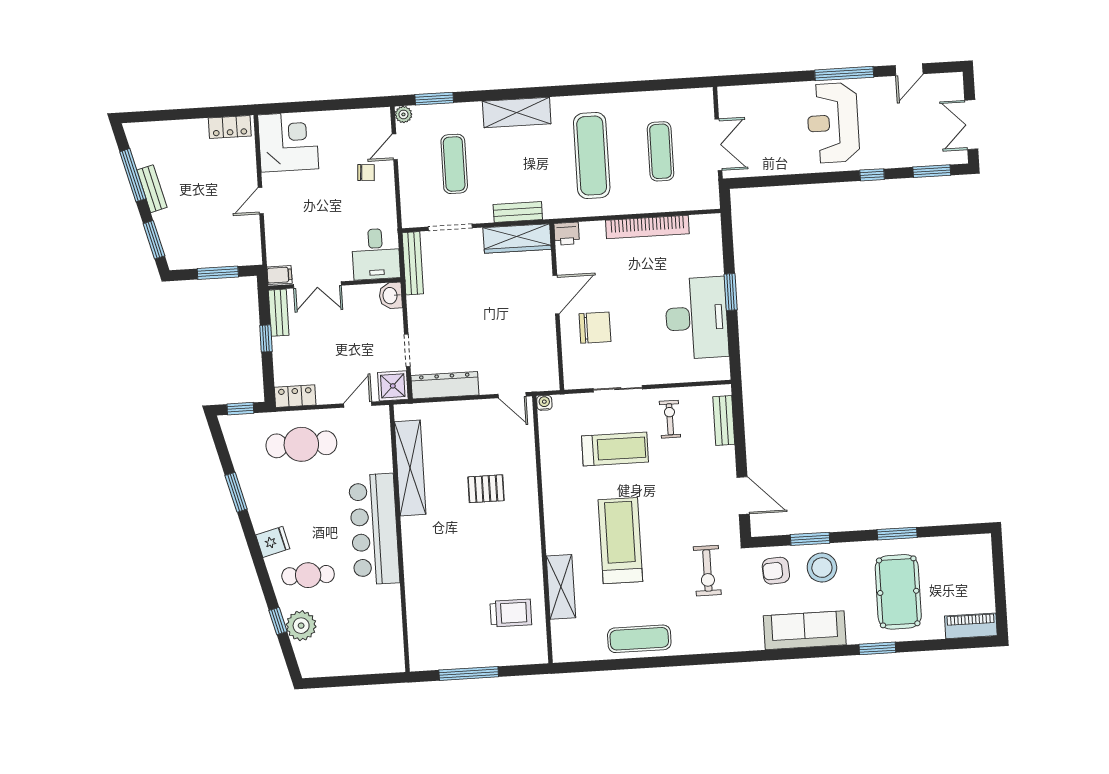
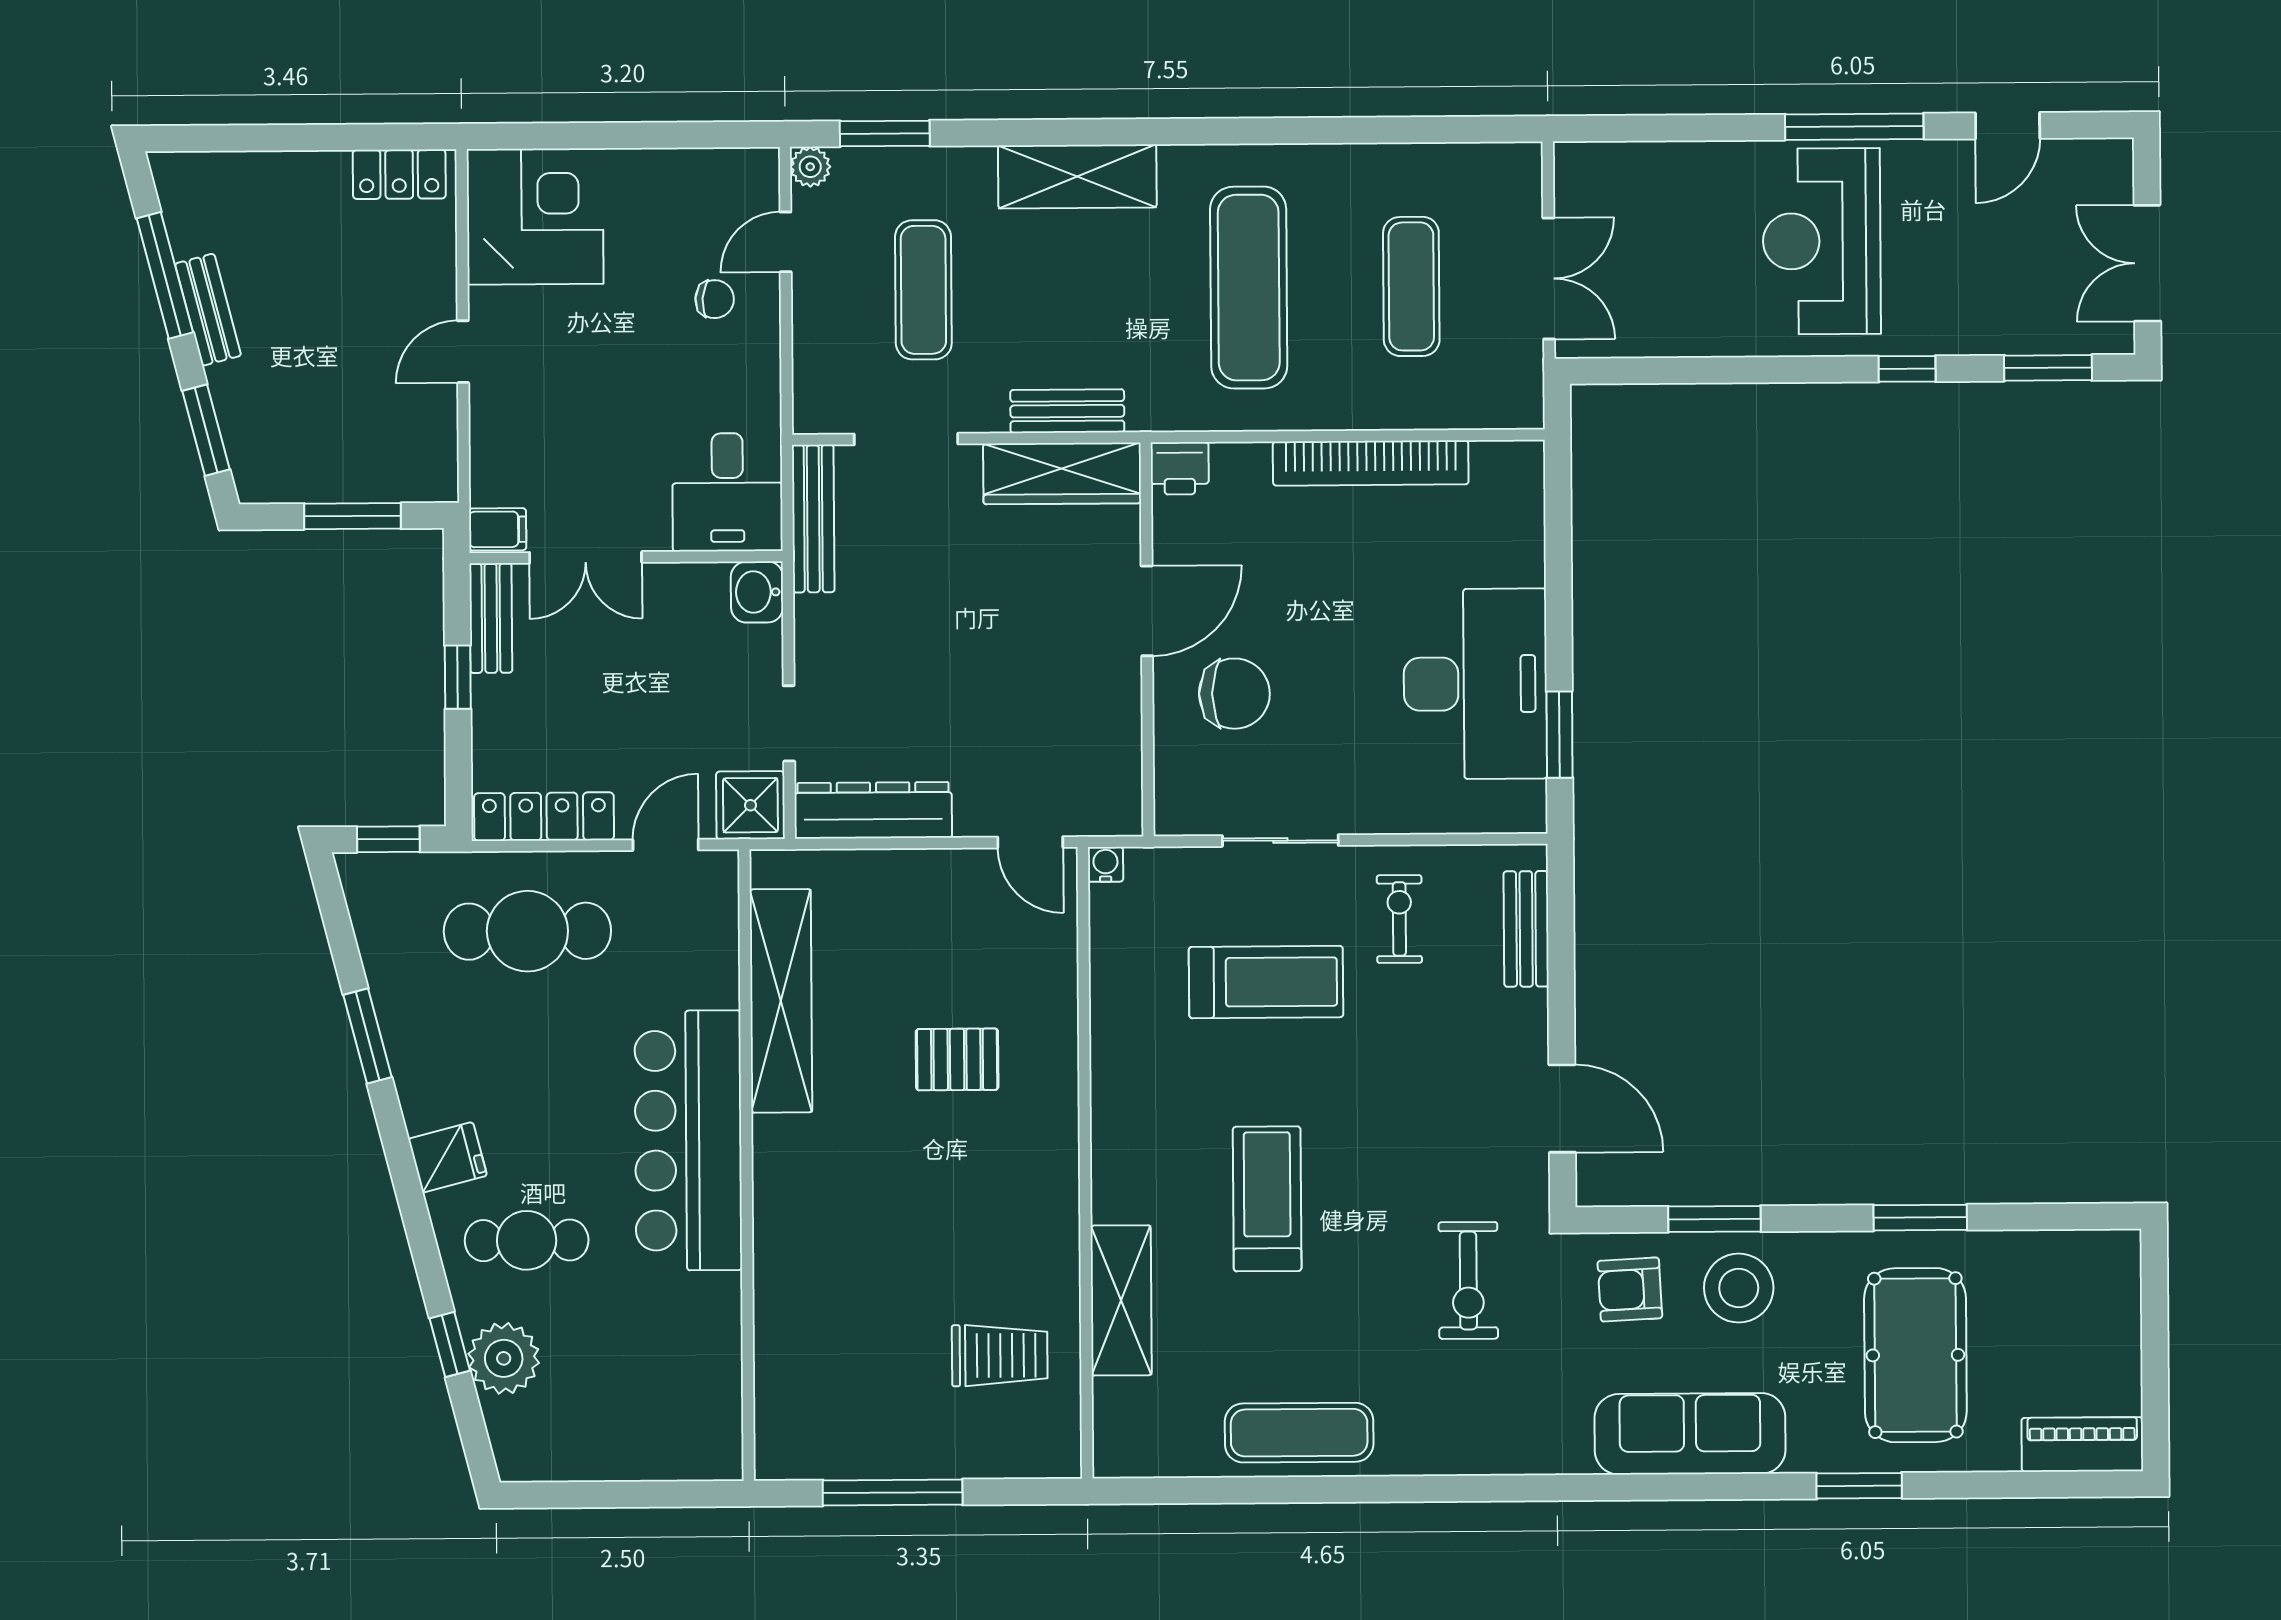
window: (731, 292) -> (1559, 735), moved
locker: (295, 396) -> (544, 817), width x1.53
treadmill: (620, 541) -> (1267, 1199), width x0.73, depth x0.73

